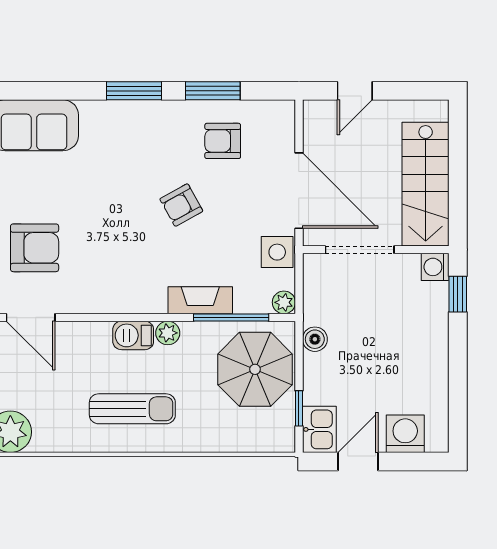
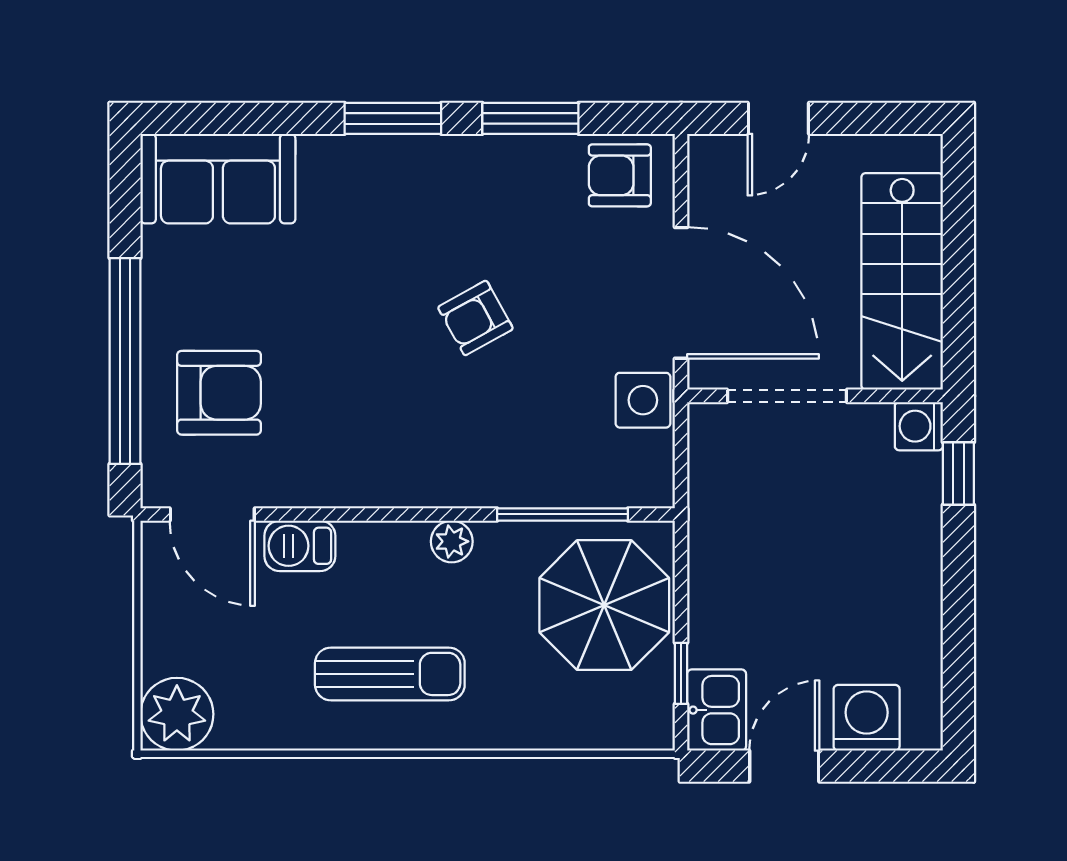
armchair: (223, 141) -> (620, 175), moved
fireplace: (200, 300) -> (509, 484), removed
plant: (284, 302) -> (655, 488), removed
barbecue: (133, 335) -> (300, 546), moved
boiler: (315, 339) -> (709, 552), removed

